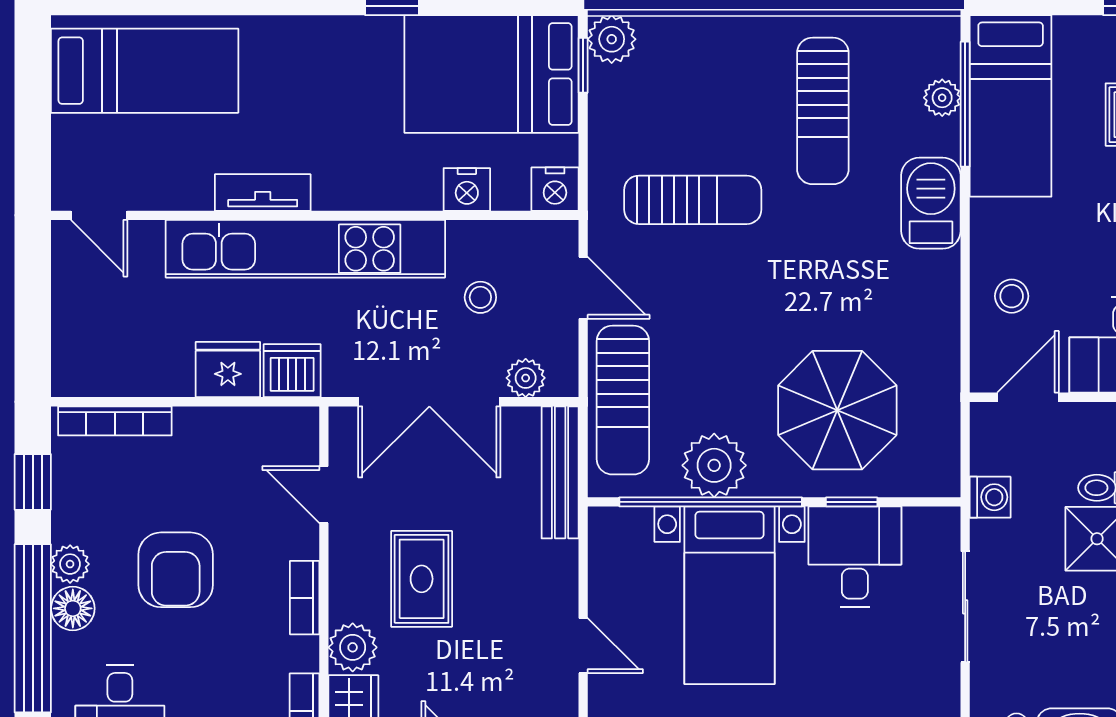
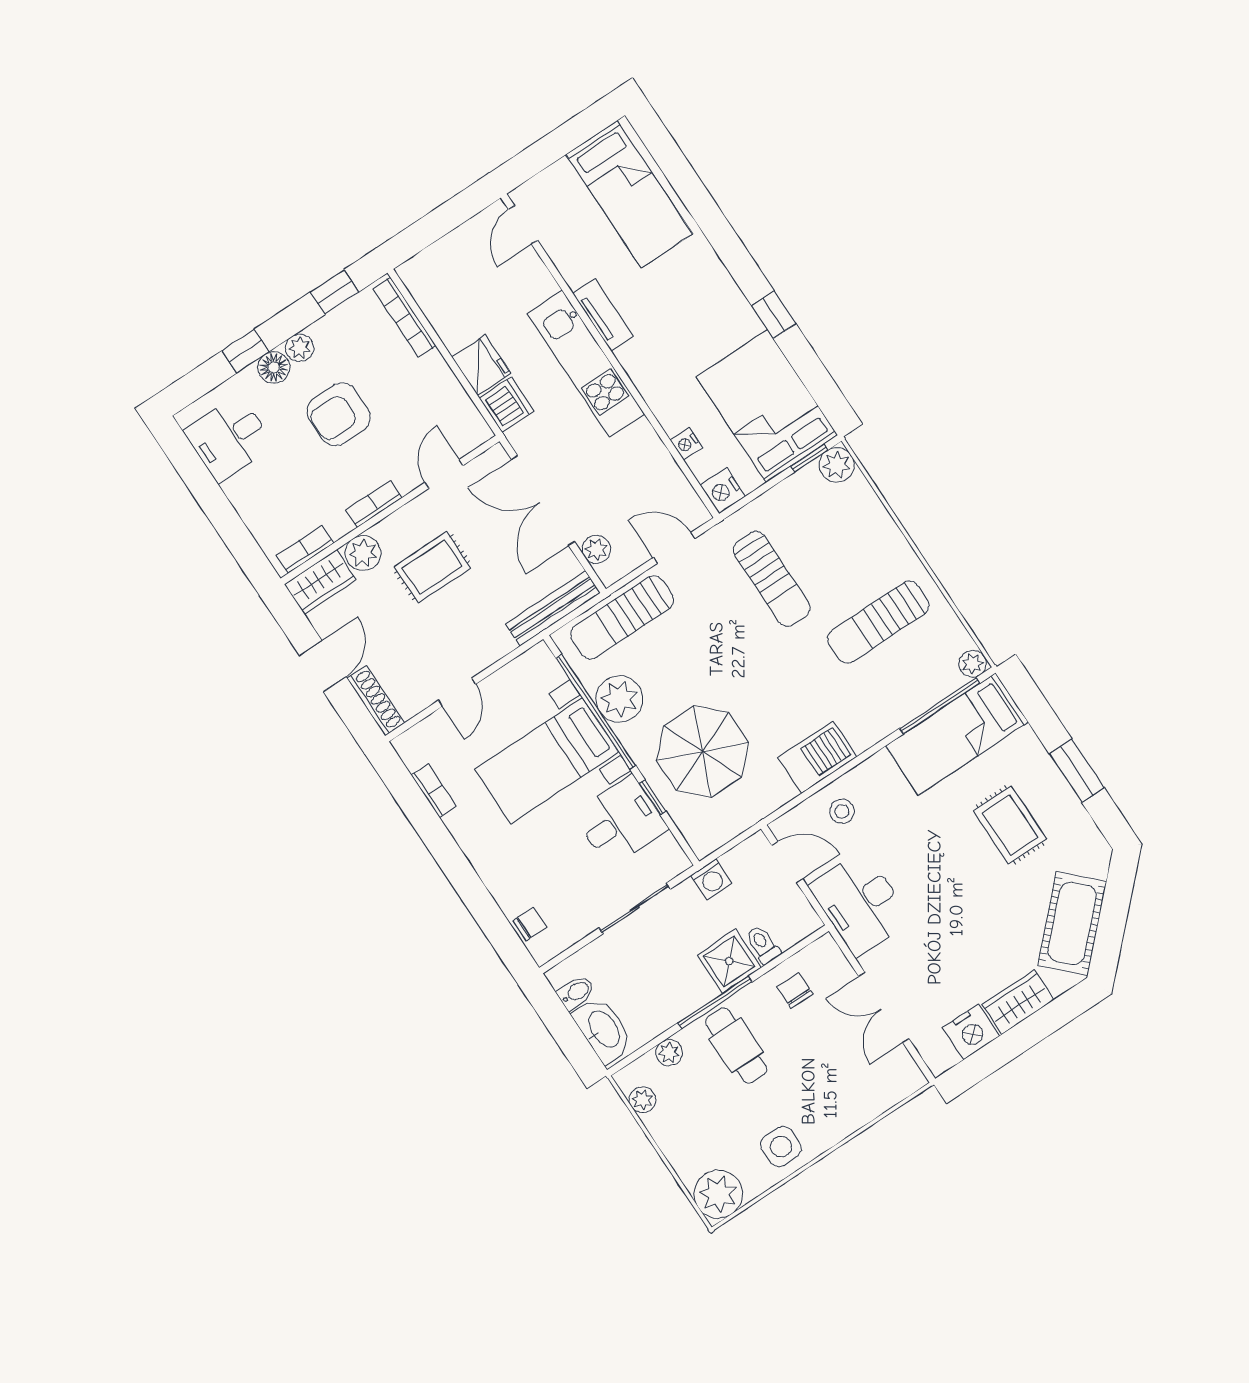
plant: (942, 98) -> (973, 664), moved
nightstand: (467, 189) -> (686, 444), width x0.72, depth x0.74
barbecue: (931, 203) -> (817, 757), moved
kitchen unit: (305, 249) -> (586, 364), width x0.73
door: (583, 288) -> (674, 548), swing flipped
stool: (480, 297) -> (627, 489), removed
window: (33, 628) -> (246, 351), width x0.32

